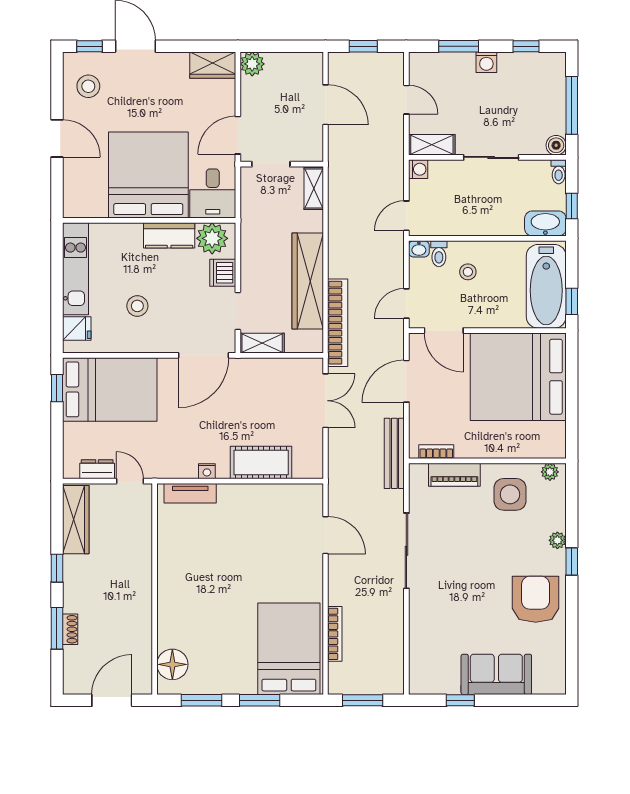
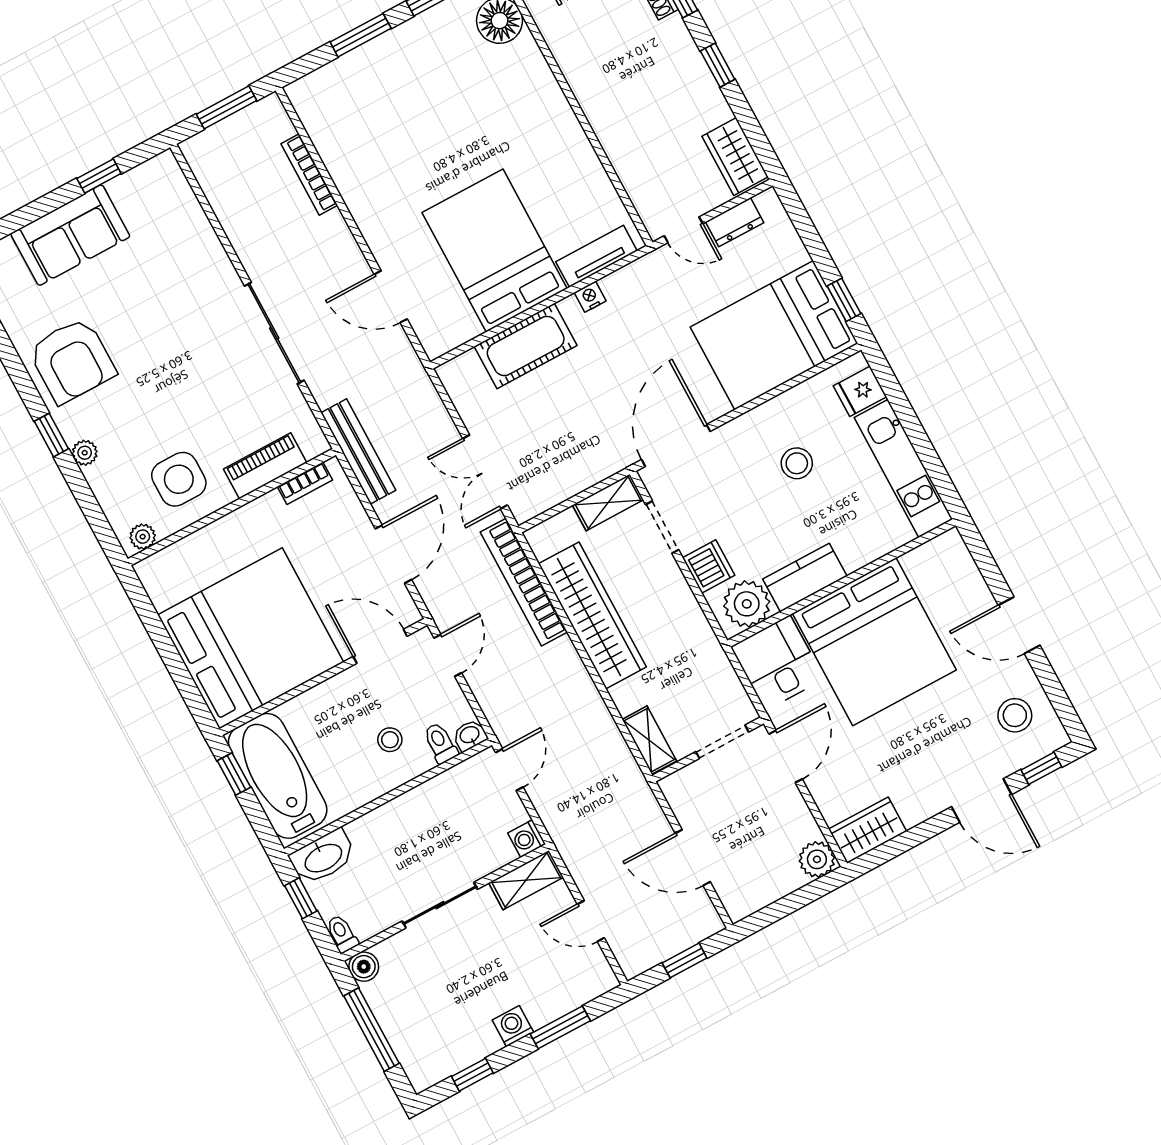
wardrobe: (76, 520) -> (735, 156), width x0.67
bed: (289, 649) -> (495, 250), moved, turned 180

